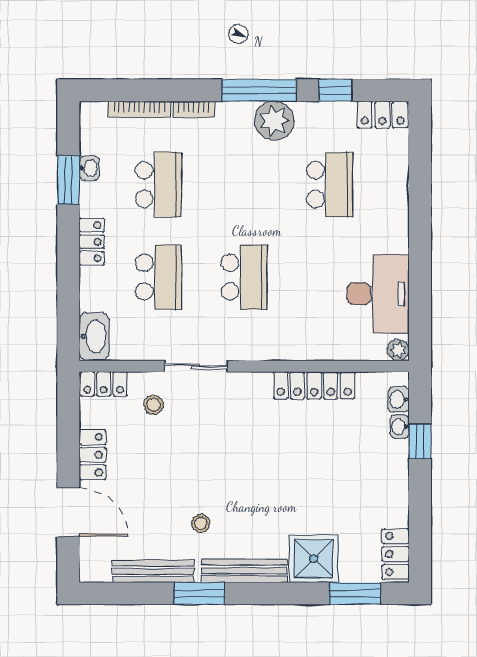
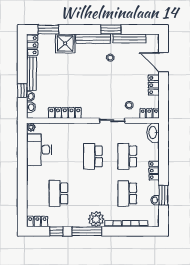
plant: (274, 121) -> (96, 219), moved
bench: (397, 483) -> (31, 74), added

